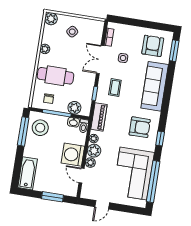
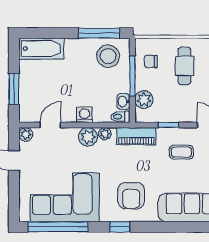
cafe table: (55, 76) -> (184, 66), width x0.73, depth x0.74
washing machine: (73, 155) -> (84, 115), width x0.53, depth x0.53
plant: (90, 163) -> (26, 134), moved

